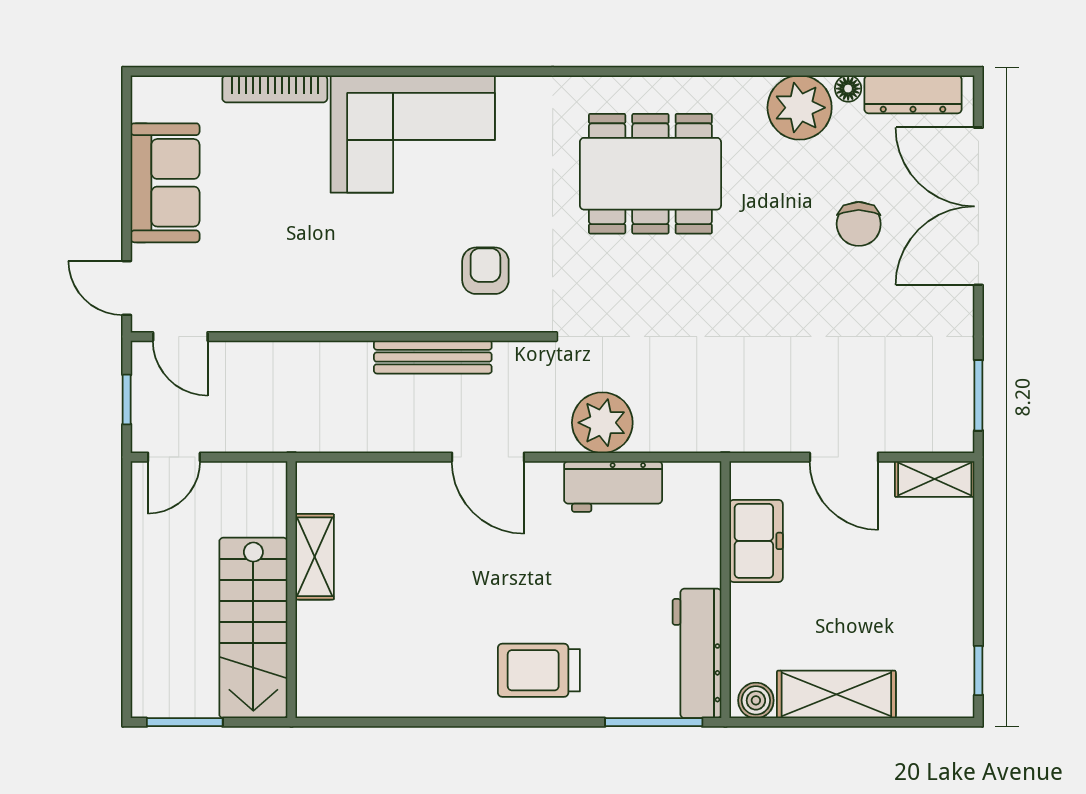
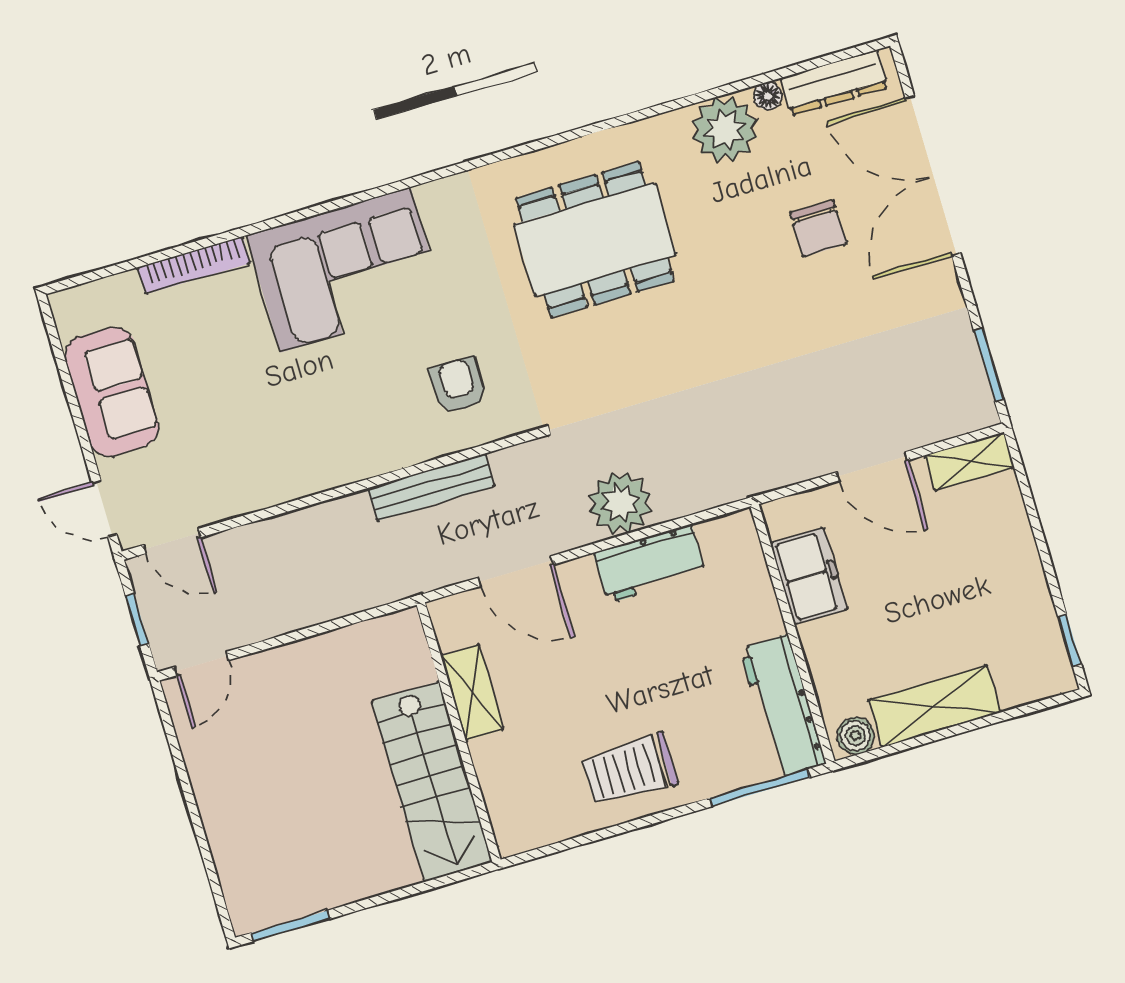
shelving: (315, 557) -> (472, 692), moved
wall: (291, 590) -> (459, 732), moved
stairs: (253, 628) -> (432, 782), moved

